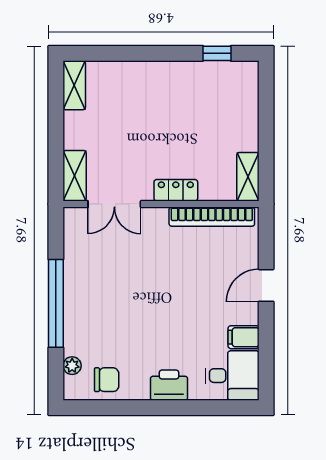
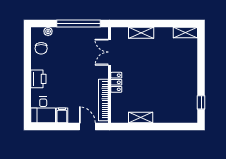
locker: (176, 190) -> (116, 82), moved
double door: (114, 204) -> (110, 52), moved
wall: (161, 204) -> (110, 75), moved
bookcase: (212, 217) -> (103, 100), moved

